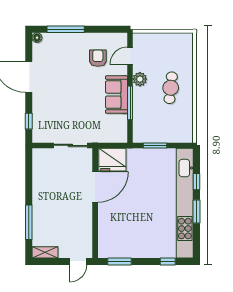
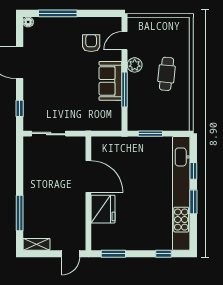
sliding door: (70, 145) -> (49, 134), moved
fridge: (112, 160) -> (103, 209), moved, turned -90
door: (95, 187) -> (88, 177), hinge flipped

